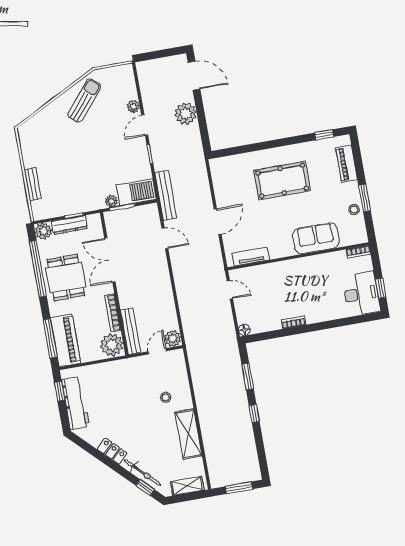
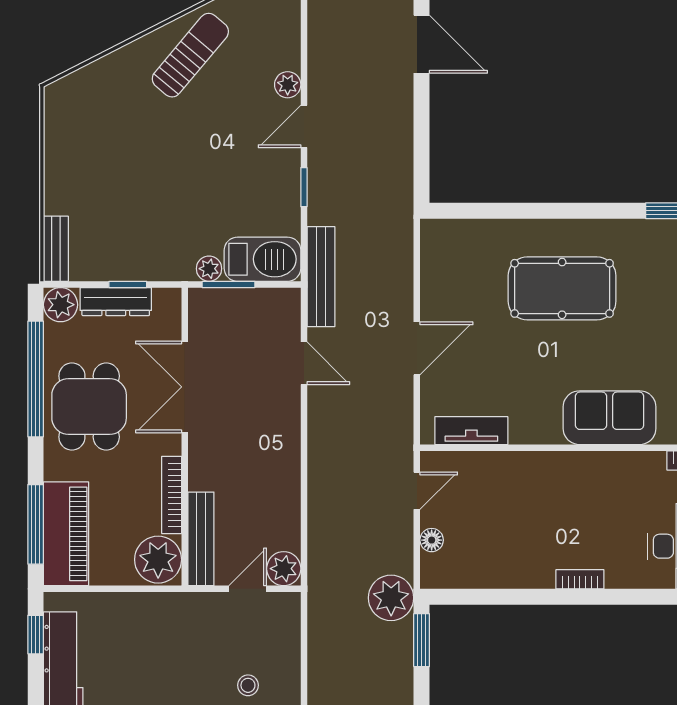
plant: (186, 114) -> (391, 598), moved
bench: (33, 184) -> (56, 249), moved
door: (230, 290) -> (417, 491), hinge flipped
bookcase: (293, 322) -> (580, 579), moved
floor lamp: (244, 330) -> (432, 540), moved
window: (248, 377) -> (422, 640), moved

